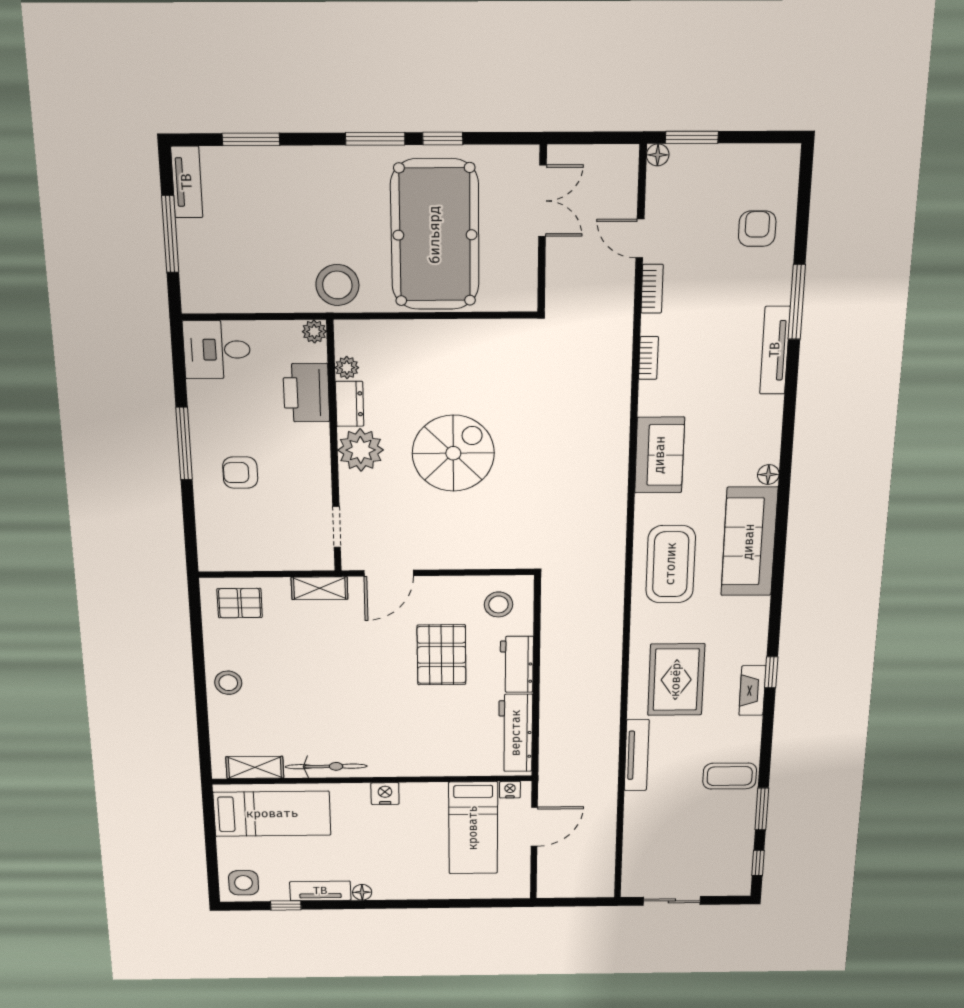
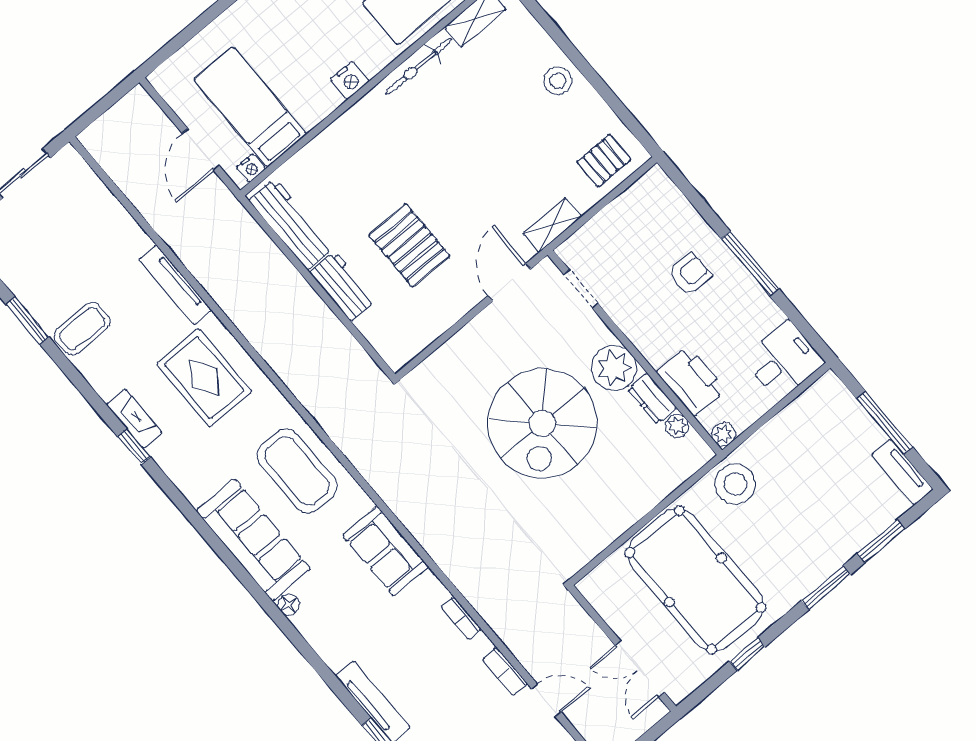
window: (375, 139) -> (826, 588), moved
spiral stairs: (453, 453) -> (542, 423), width x1.37, depth x1.37
stool: (499, 604) -> (401, 326), removed

